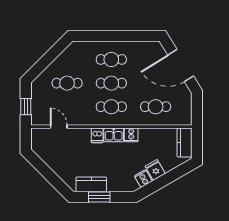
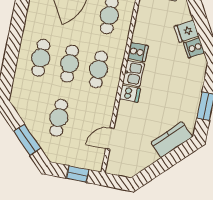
window: (45, 62) -> (27, 140), added
kitchen counter: (91, 184) -> (172, 140), moved, turned 45

